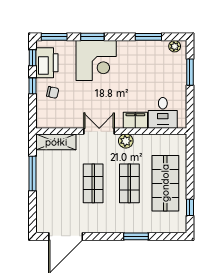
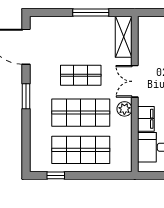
double door: (99, 131) -> (135, 81), swing flipped
shop shelf: (129, 183) -> (81, 113), width x1.43, depth x1.36
window: (136, 236) -> (26, 96), moved

